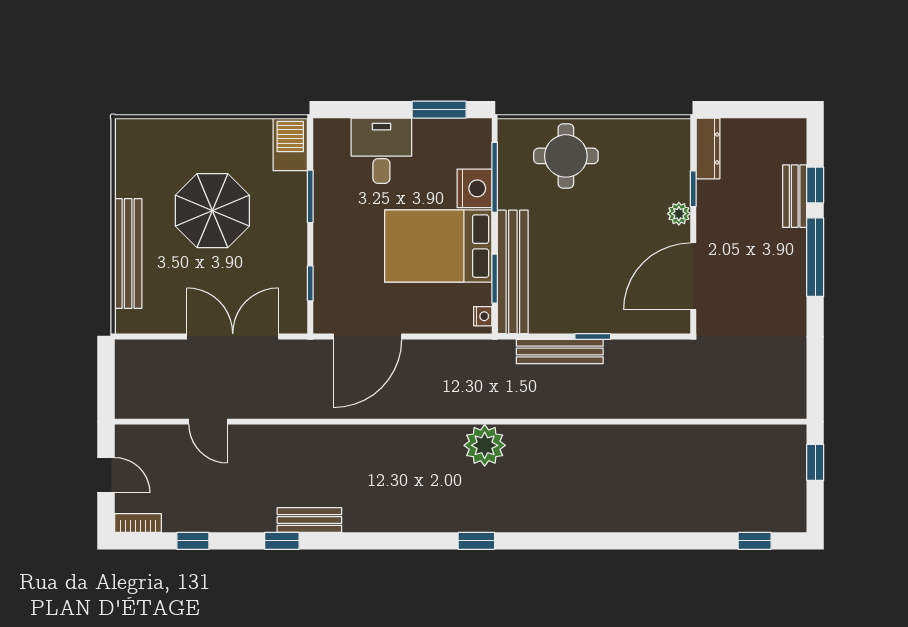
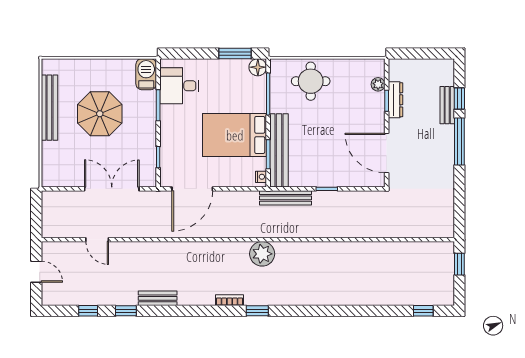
floor lamp: (477, 133) -> (258, 67), added
dresser: (708, 148) -> (395, 100), moved
desk: (381, 151) -> (179, 86), moved, turned -90
nightstand: (474, 188) -> (256, 100), removed
plant: (679, 214) -> (378, 84), moved
bench: (128, 254) -> (49, 108), moved
door: (693, 276) -> (387, 153), hinge flipped
bench: (560, 352) -> (285, 198), moved
bookcase: (138, 523) -> (230, 300), moved
window: (282, 541) -> (126, 311), moved

